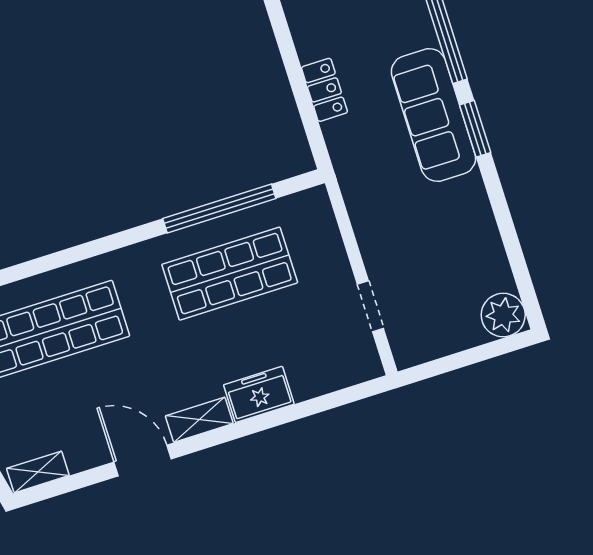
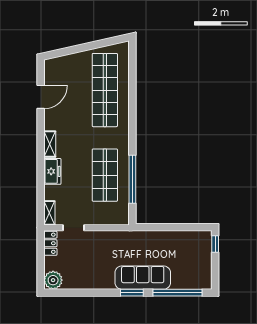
locker: (324, 90) -> (50, 243), moved, turned -90
door: (143, 460) -> (41, 97), moved
shelving: (38, 472) -> (49, 213), moved

